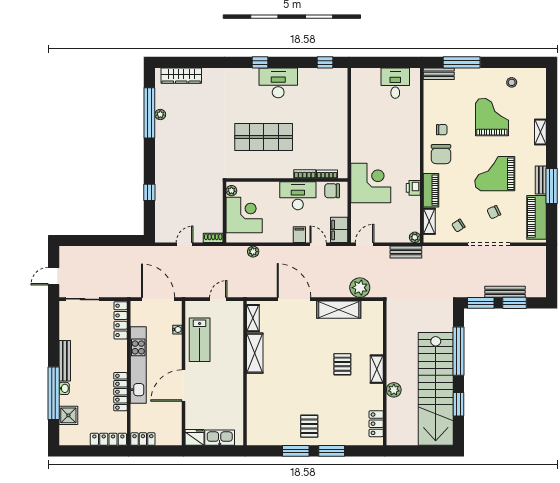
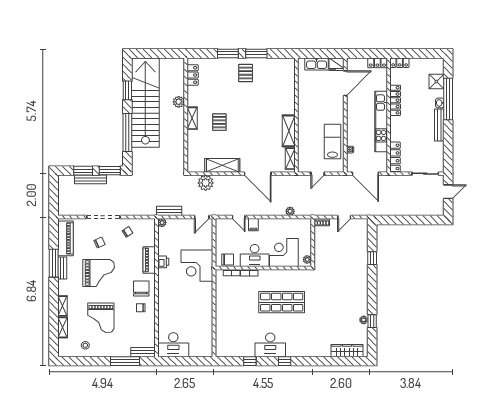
window: (325, 62) -> (250, 361), moved
desk: (395, 83) -> (173, 345), width x1.37
window: (149, 113) -> (372, 321), width x0.32
corner desk: (244, 215) -> (284, 253), moved, turned 90
shelving: (429, 221) -> (63, 327), moved
filing cabinet: (339, 230) -> (222, 228), removed
door: (183, 386) -> (345, 83), moved
locker: (108, 439) -> (400, 63), width x0.66

